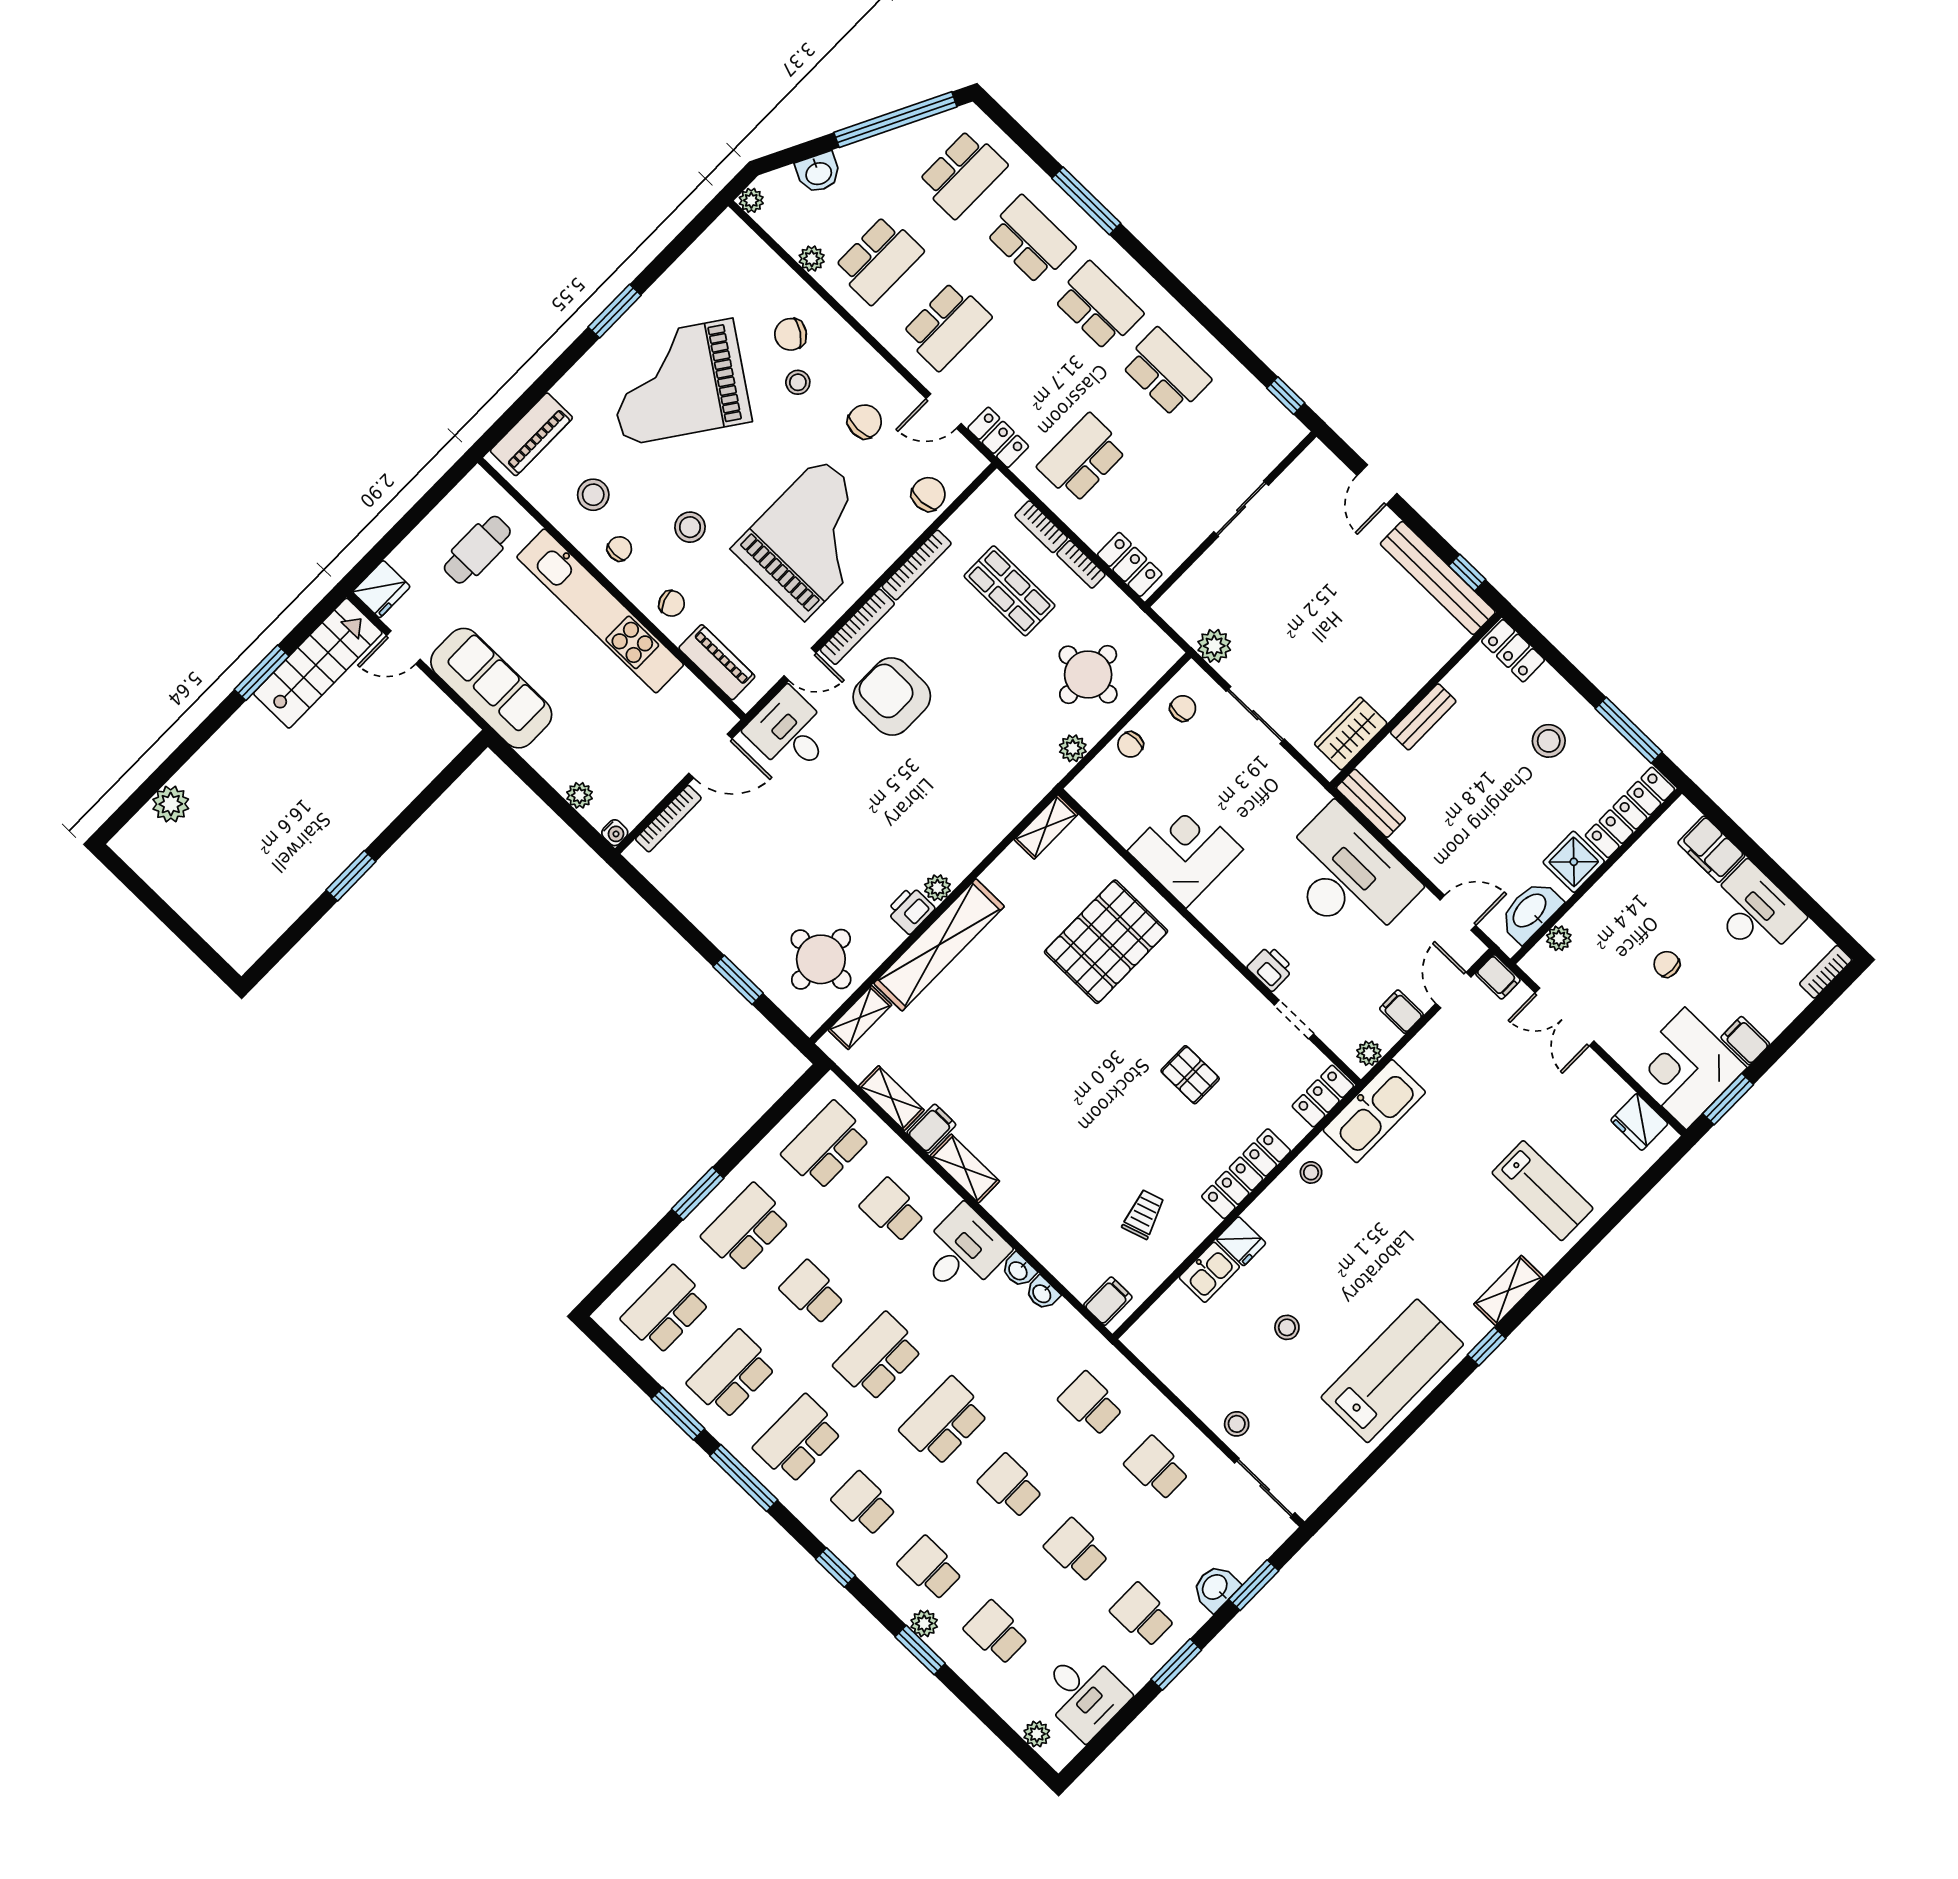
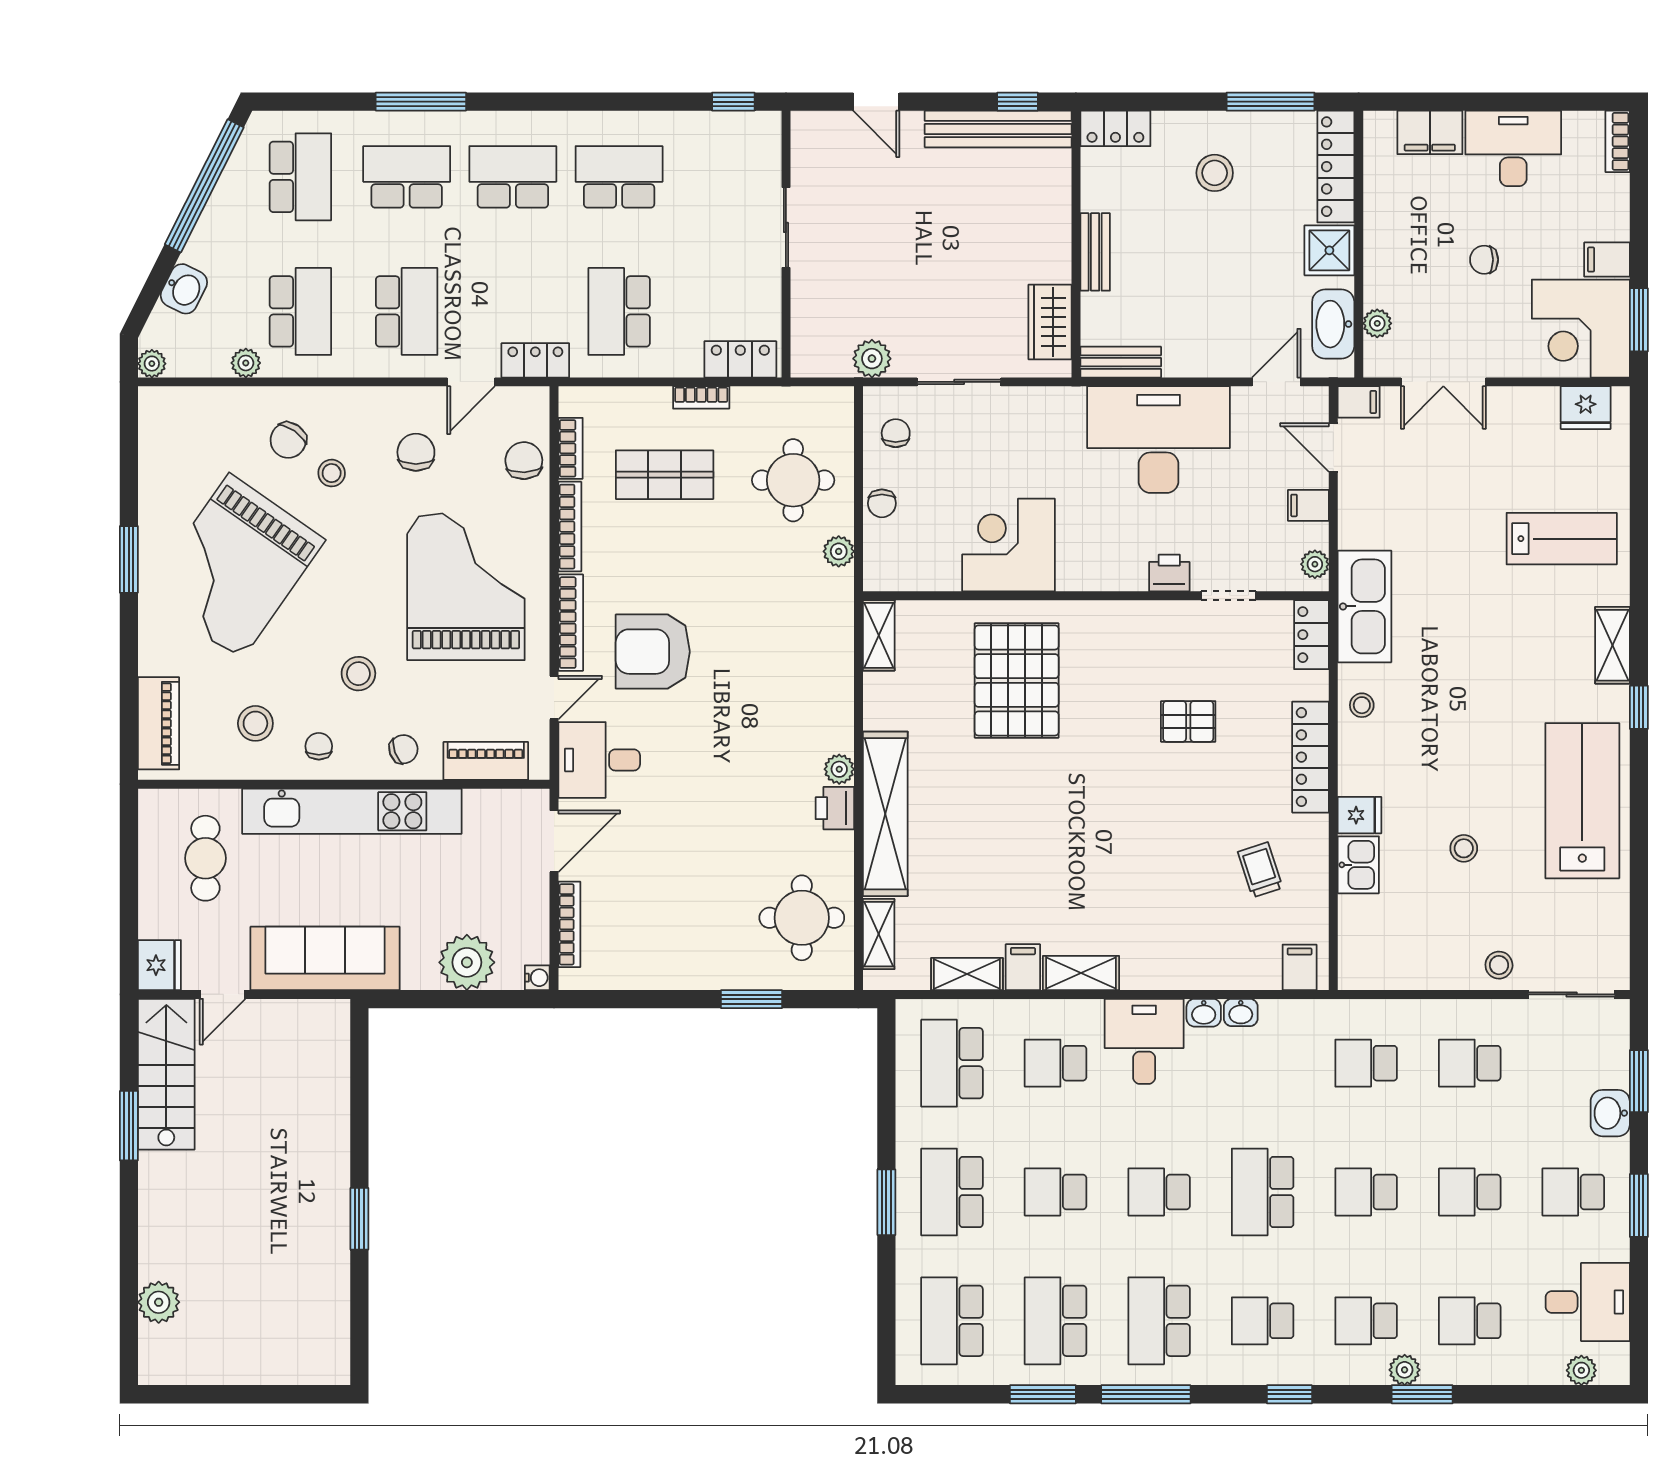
bookcase: (1041, 527) -> (571, 448), moved, turned -90
plant: (580, 795) -> (467, 962), width x1.88, depth x1.88
school desk: (878, 1357) -> (1159, 1192), width x0.54

